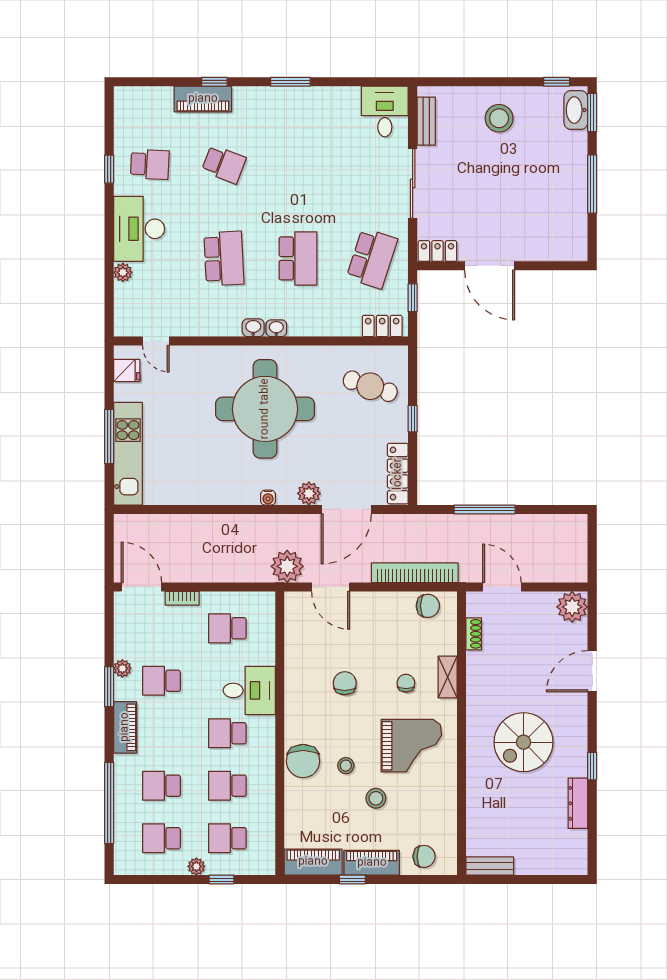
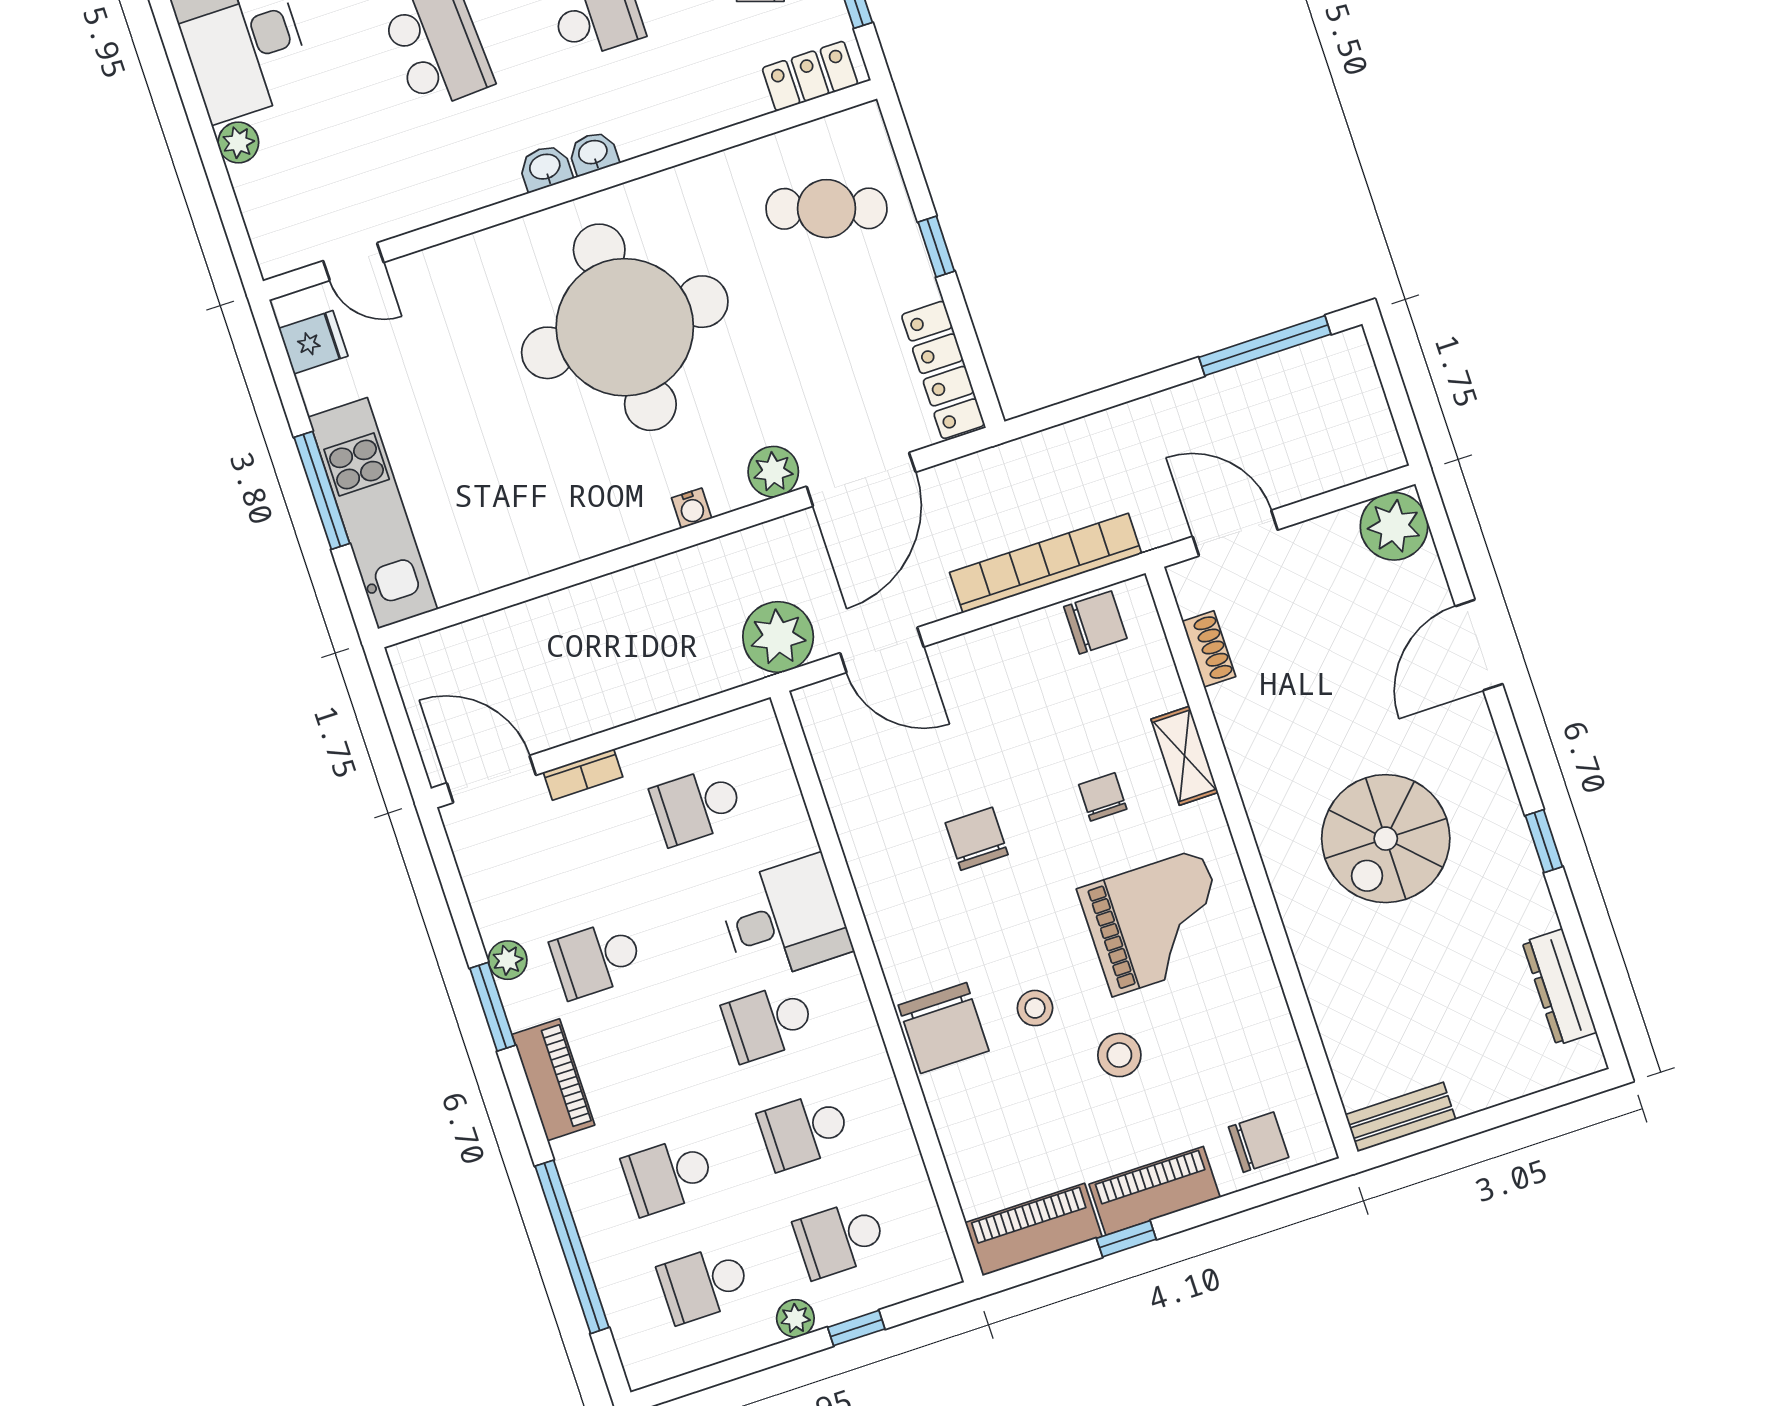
window: (485, 509) -> (1265, 346), moved
dresser: (578, 803) -> (1559, 987), moved

